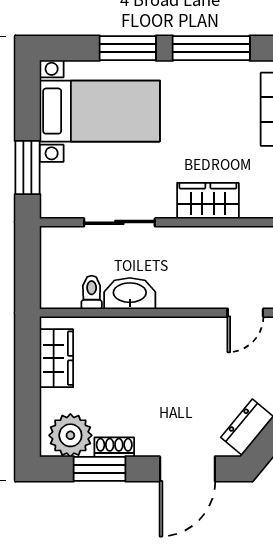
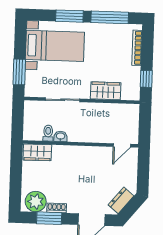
washbasin: (130, 294) -> (61, 136), width x0.52, depth x0.69
wardrobe: (56, 358) -> (37, 152), moved, turned 90

